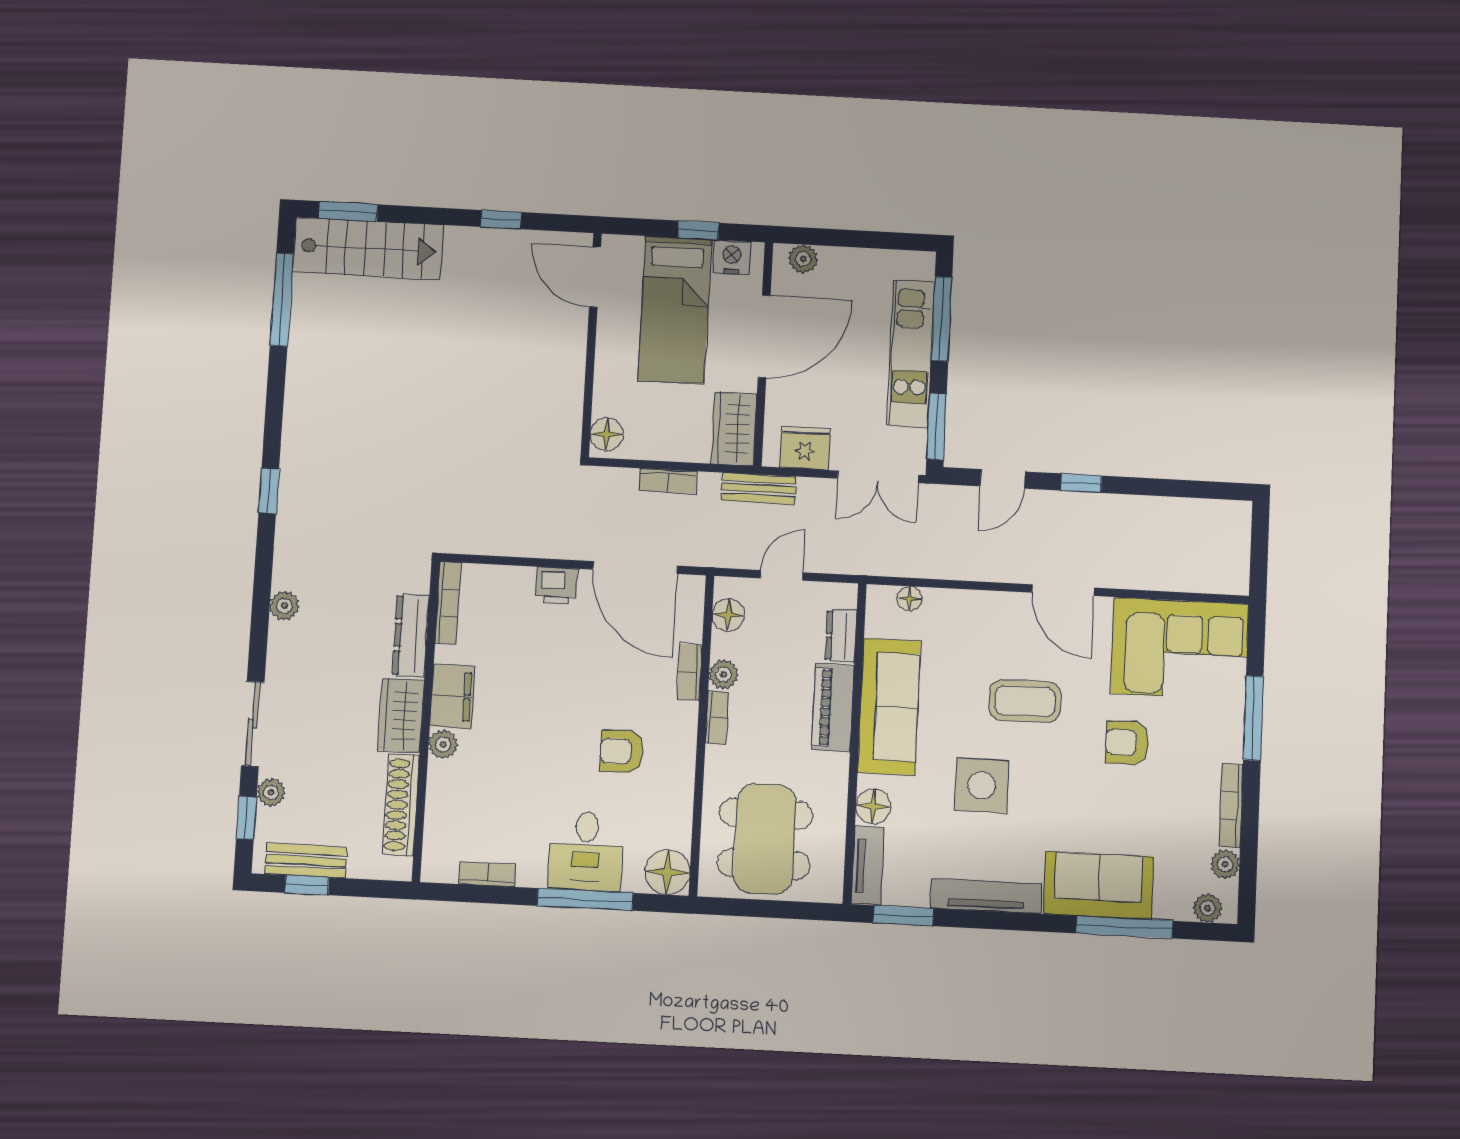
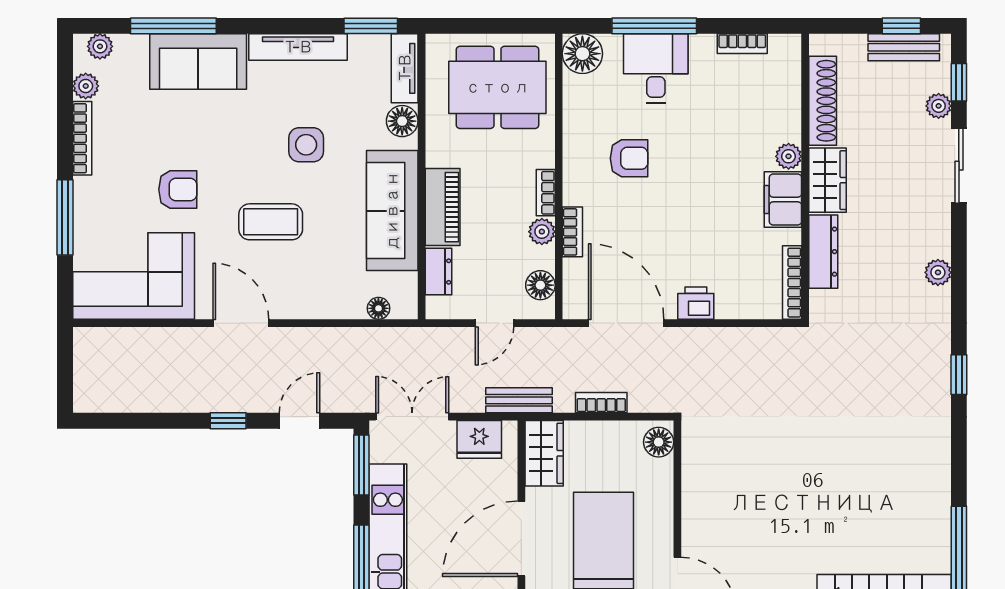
side table: (982, 785) -> (306, 145), width x0.73, depth x0.73
dining table: (765, 839) -> (497, 87), turned 90

